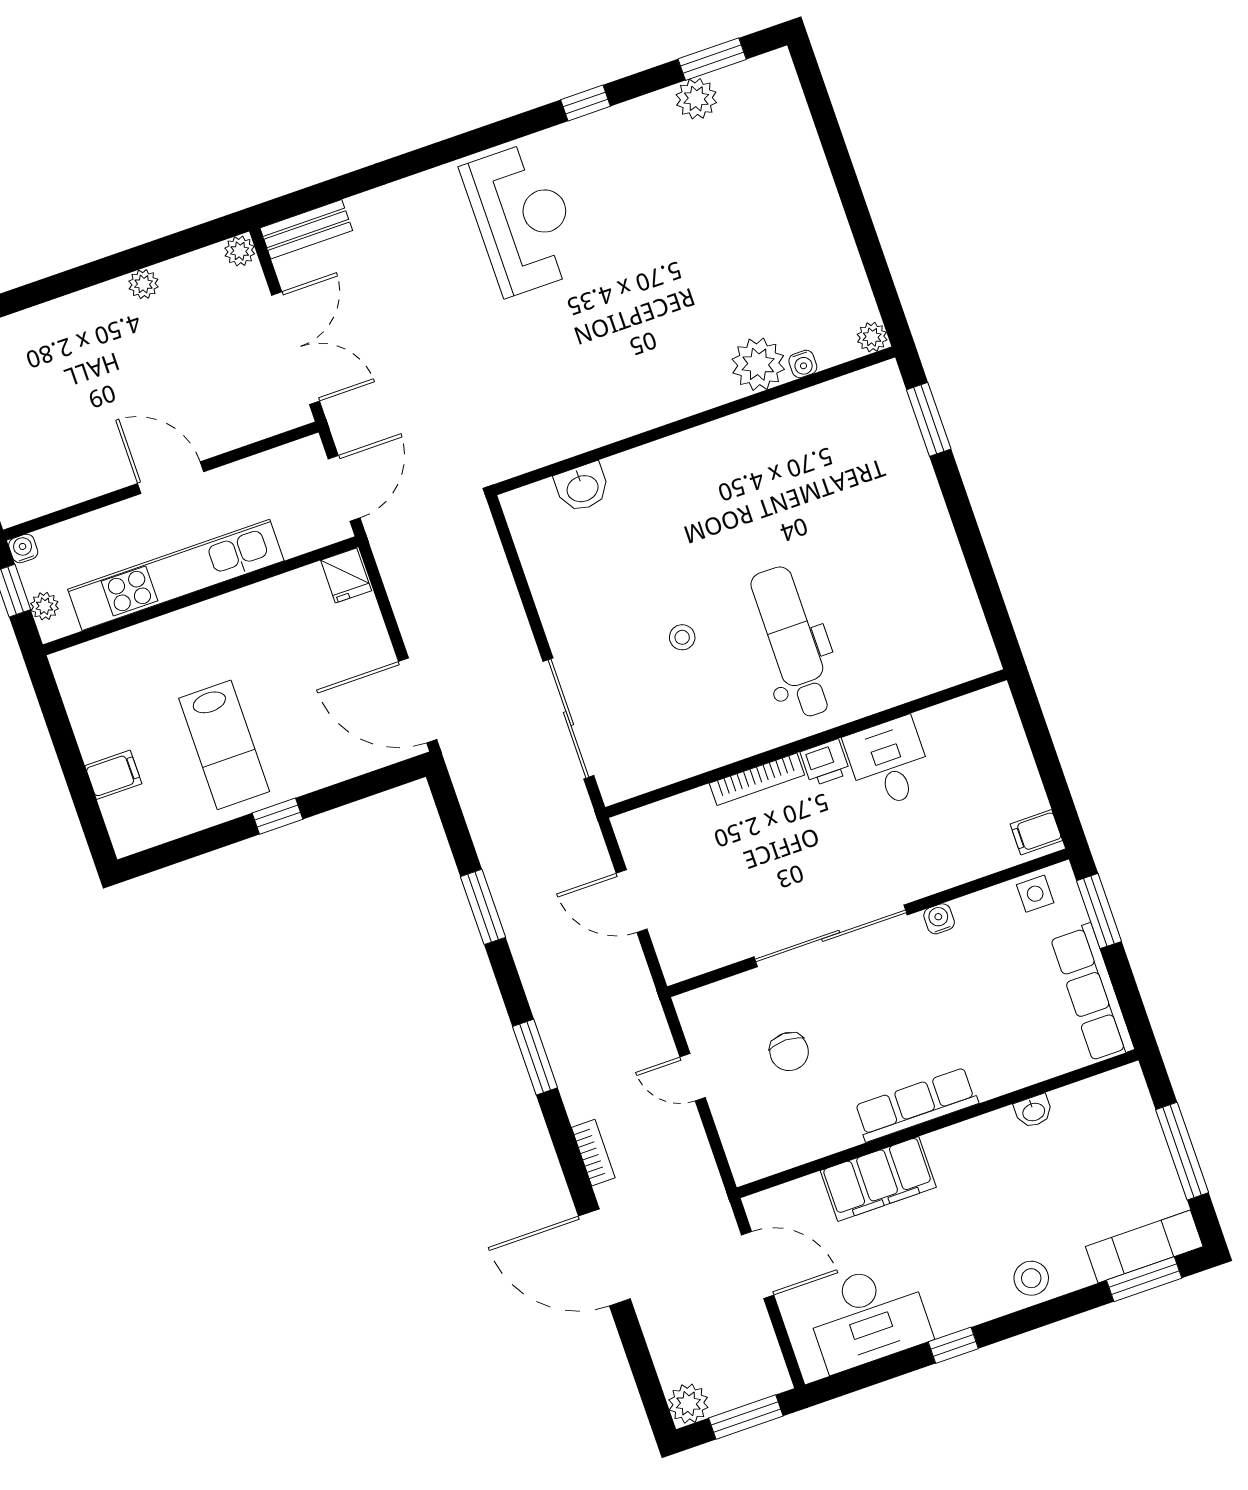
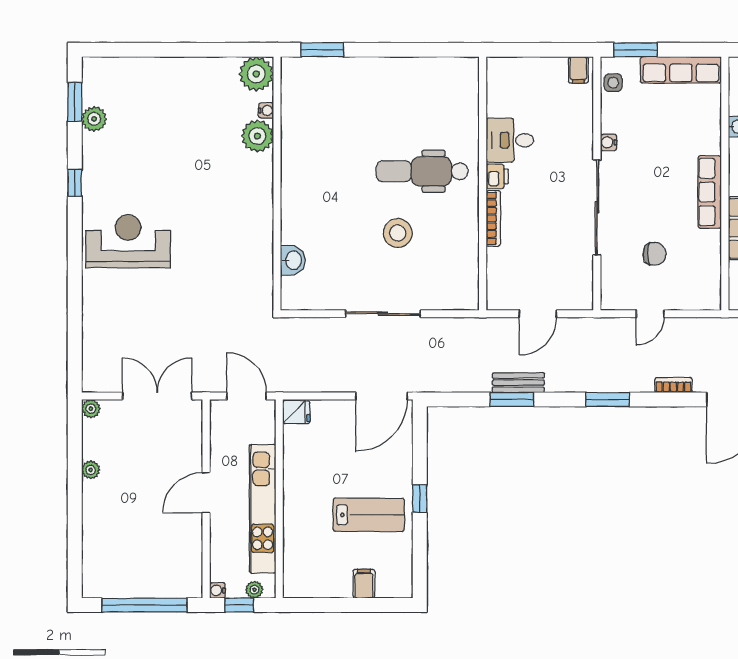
bench: (306, 229) -> (518, 383), moved, turned 90
plant: (872, 337) -> (256, 74), width x1.88, depth x1.88
stool: (682, 637) -> (398, 233), width x1.89, depth x1.89
sliding door: (568, 719) -> (383, 314), moved

